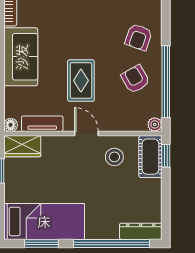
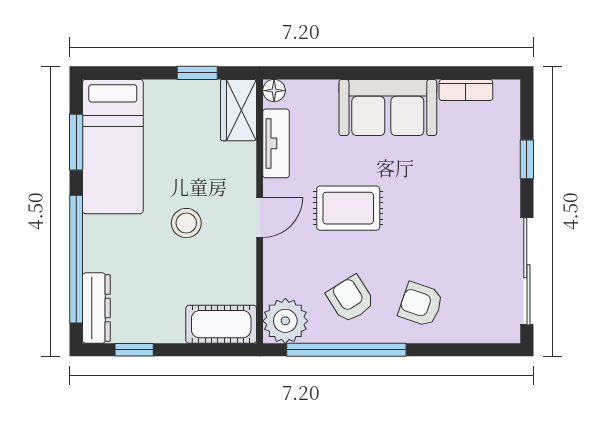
armchair: (135, 79) -> (351, 299), turned -92
plant: (155, 124) -> (285, 321), width x1.87, depth x1.87
window: (166, 156) -> (134, 350), moved
stool: (114, 157) -> (186, 223), moved

